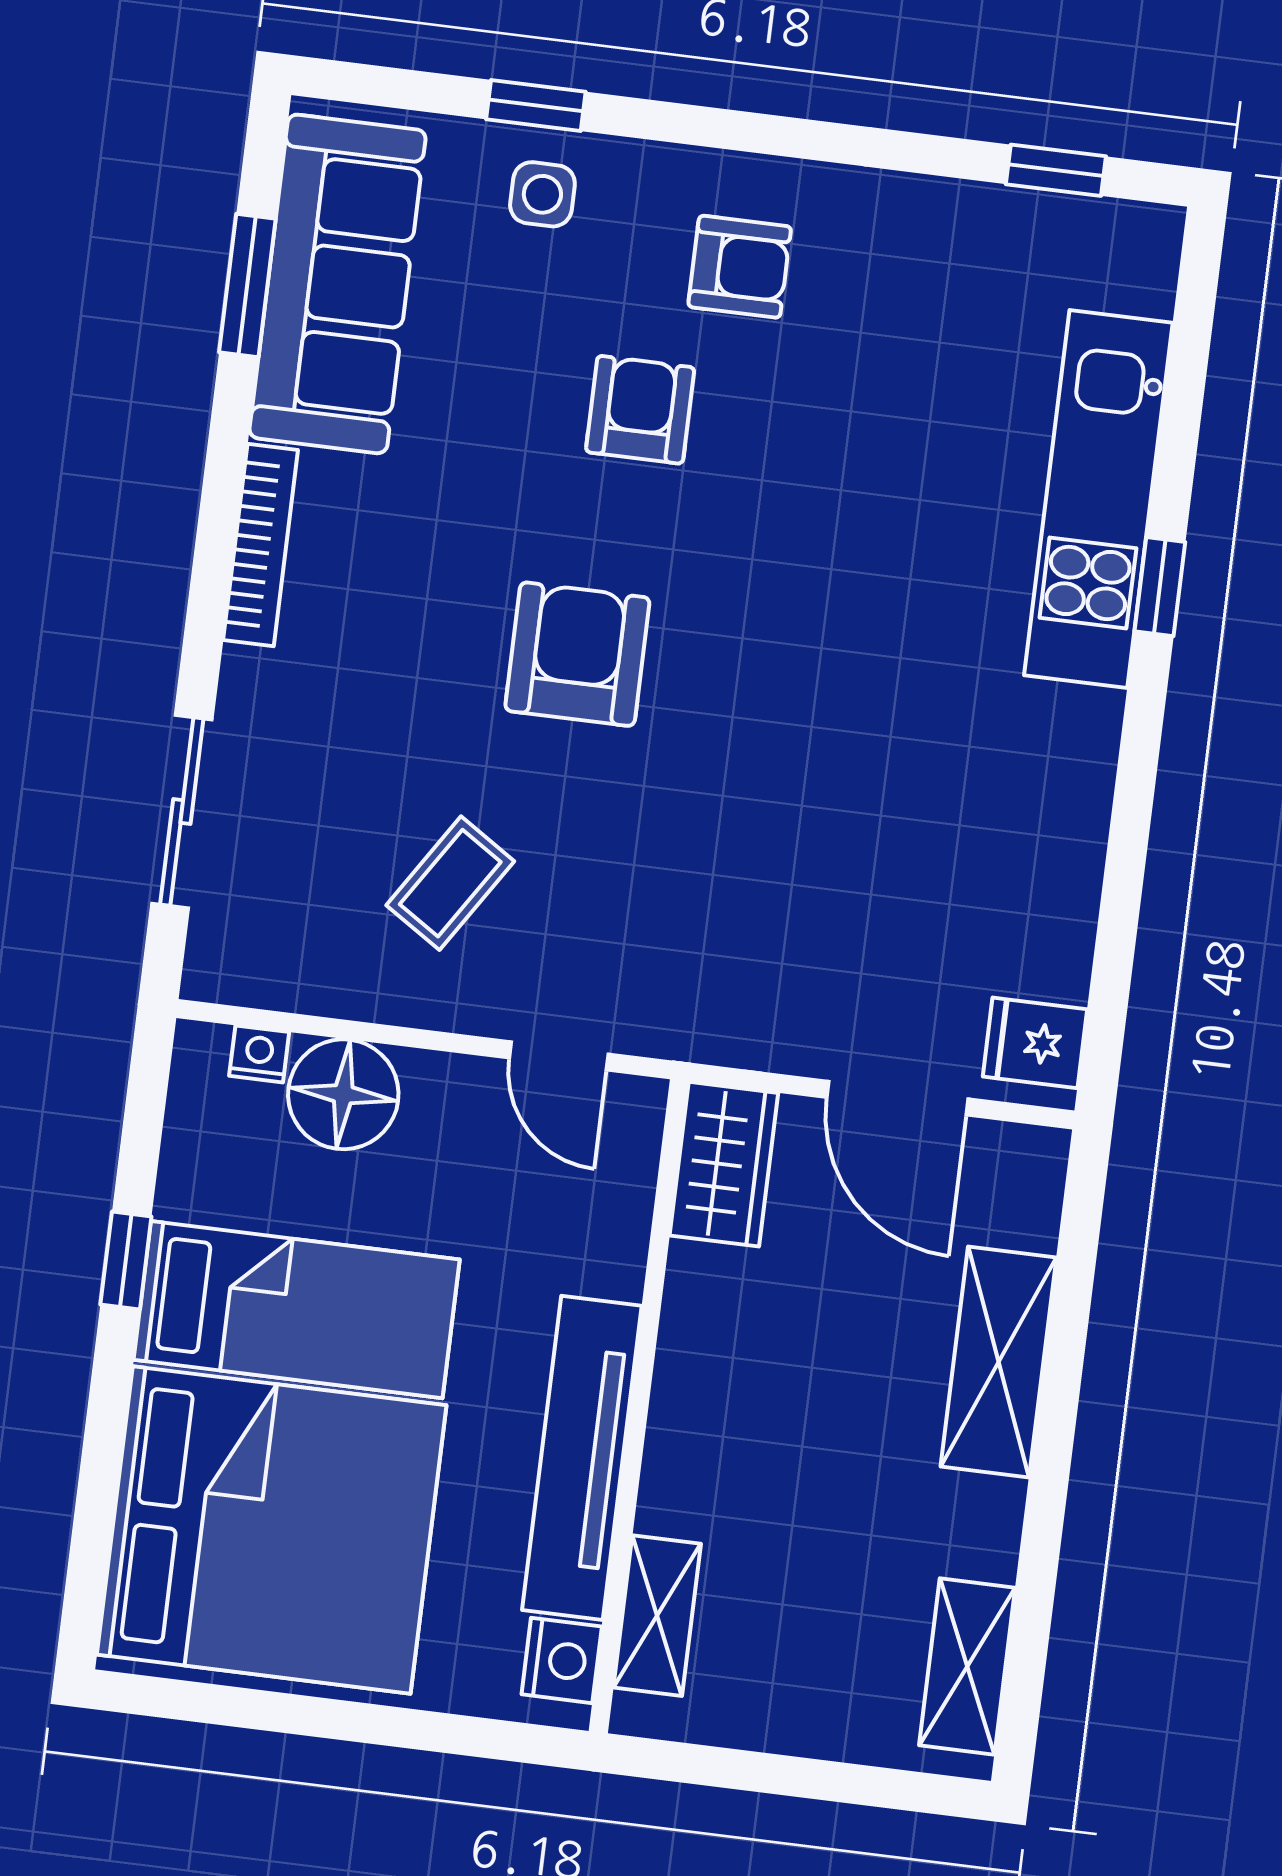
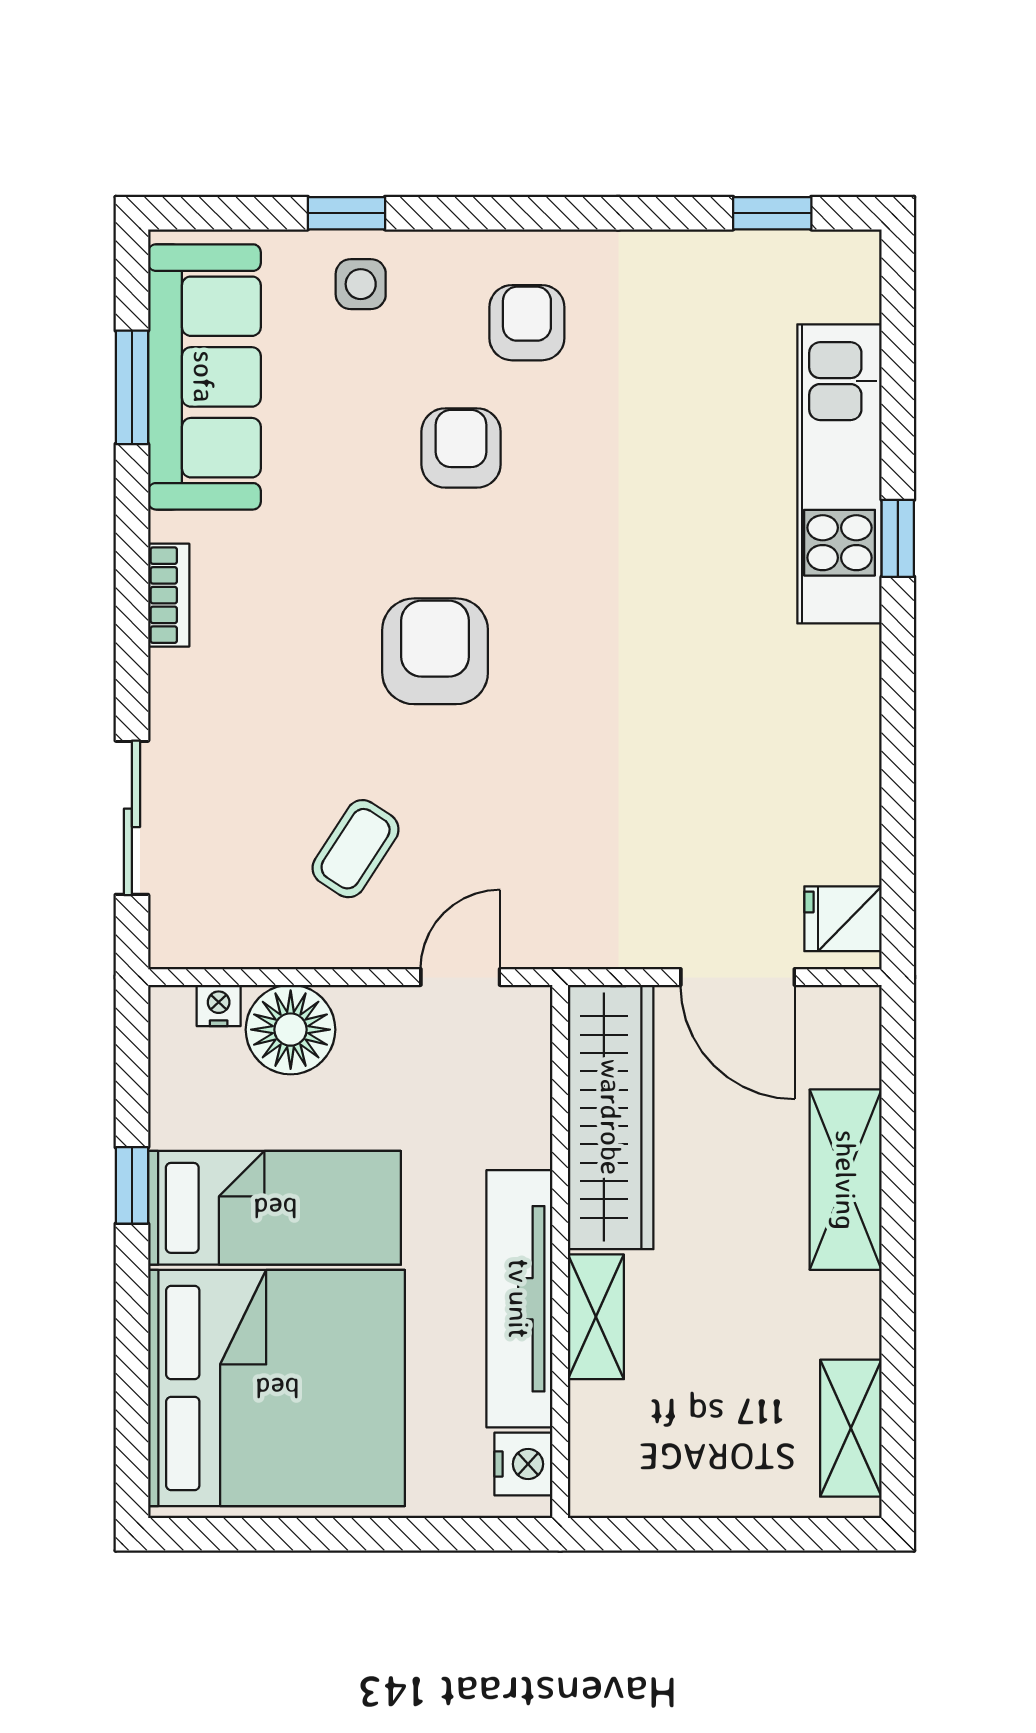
armchair: (740, 267) -> (527, 323), turned -90
bookcase: (261, 545) -> (169, 595), width x0.64
door: (559, 1056) -> (460, 977), swing flipped
wardrobe: (724, 1164) -> (611, 1117), width x2.10, depth x1.17
shelving: (657, 1616) -> (596, 1317), moved

